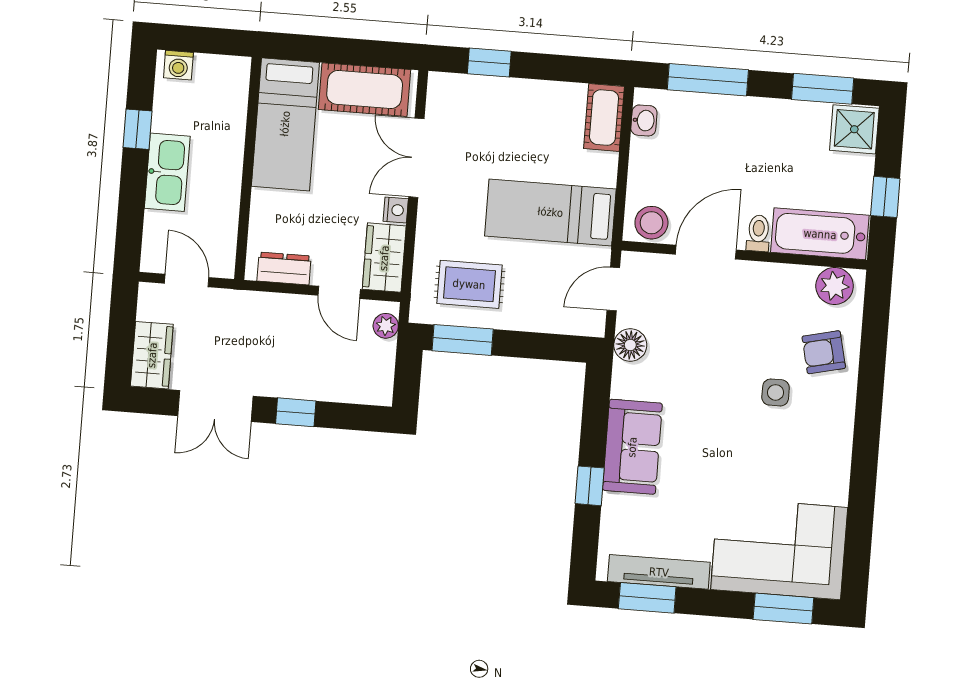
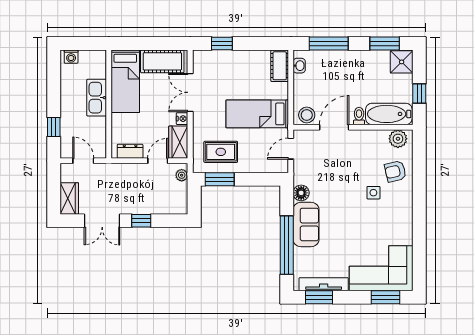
window: (137, 129) -> (54, 127), moved
kitchen sink: (167, 172) -> (97, 98), moved, turned 180
door: (339, 292) -> (158, 161), swing flipped
floor lamp: (630, 345) -> (301, 193), moved
window: (590, 486) -> (287, 245), width x3.17

